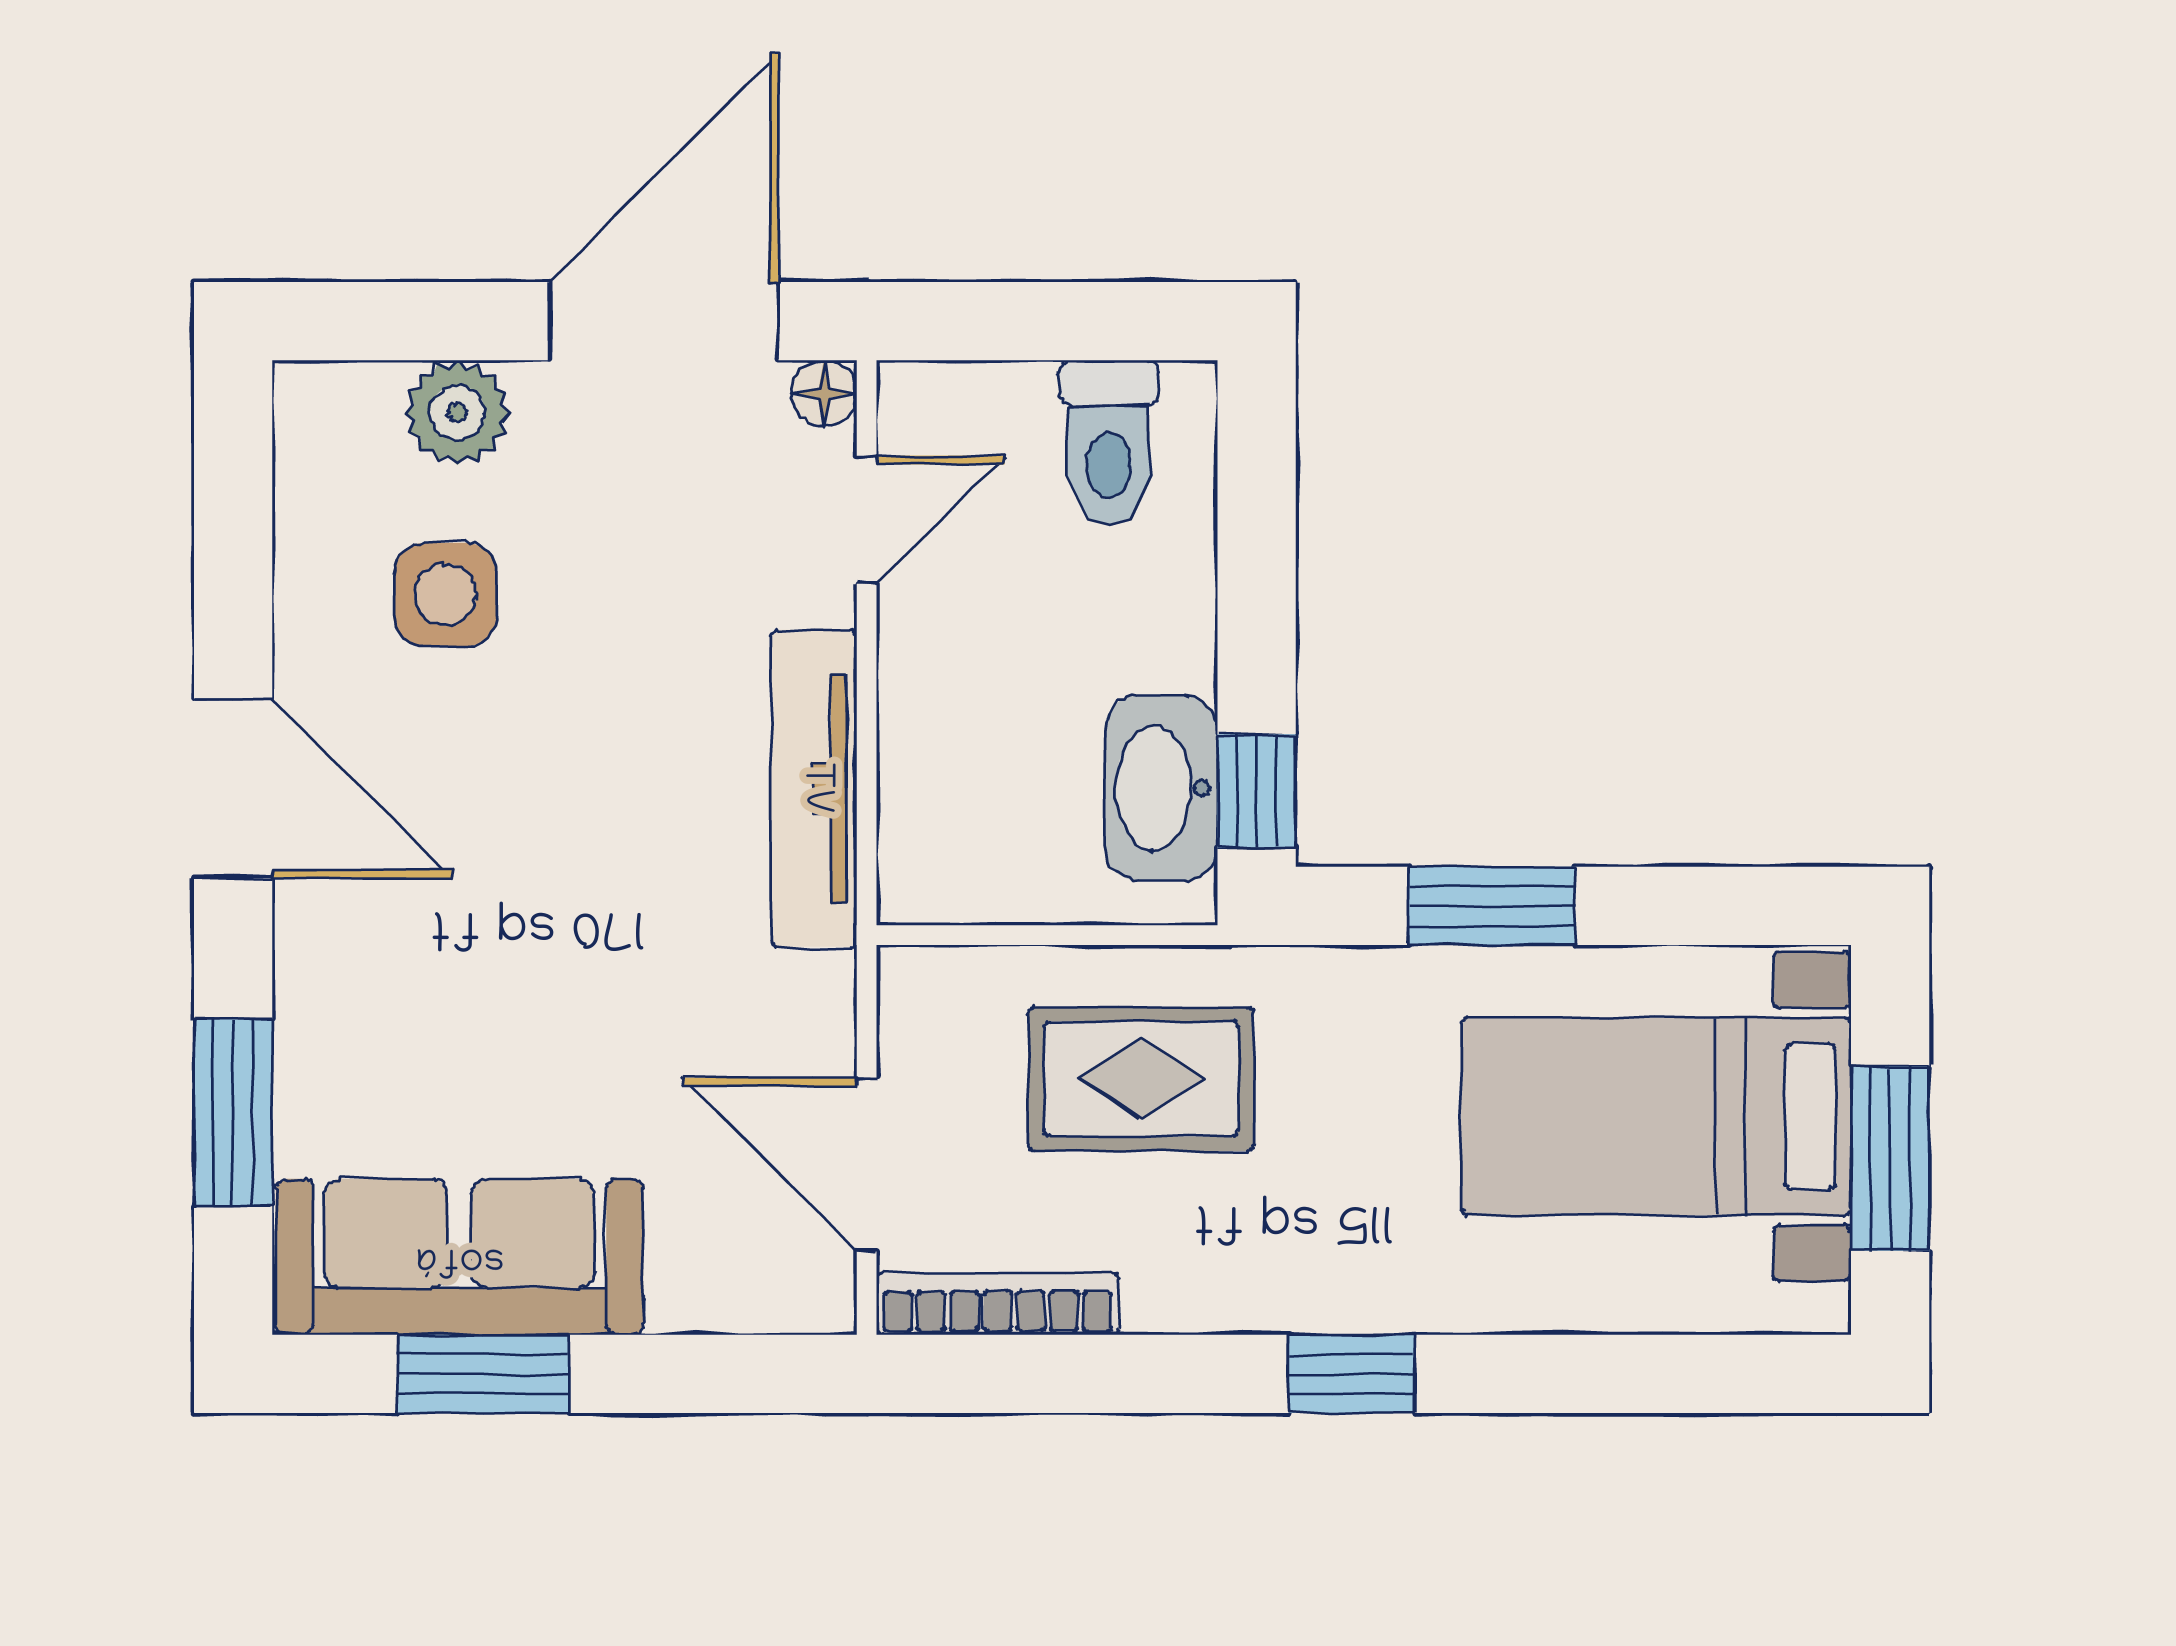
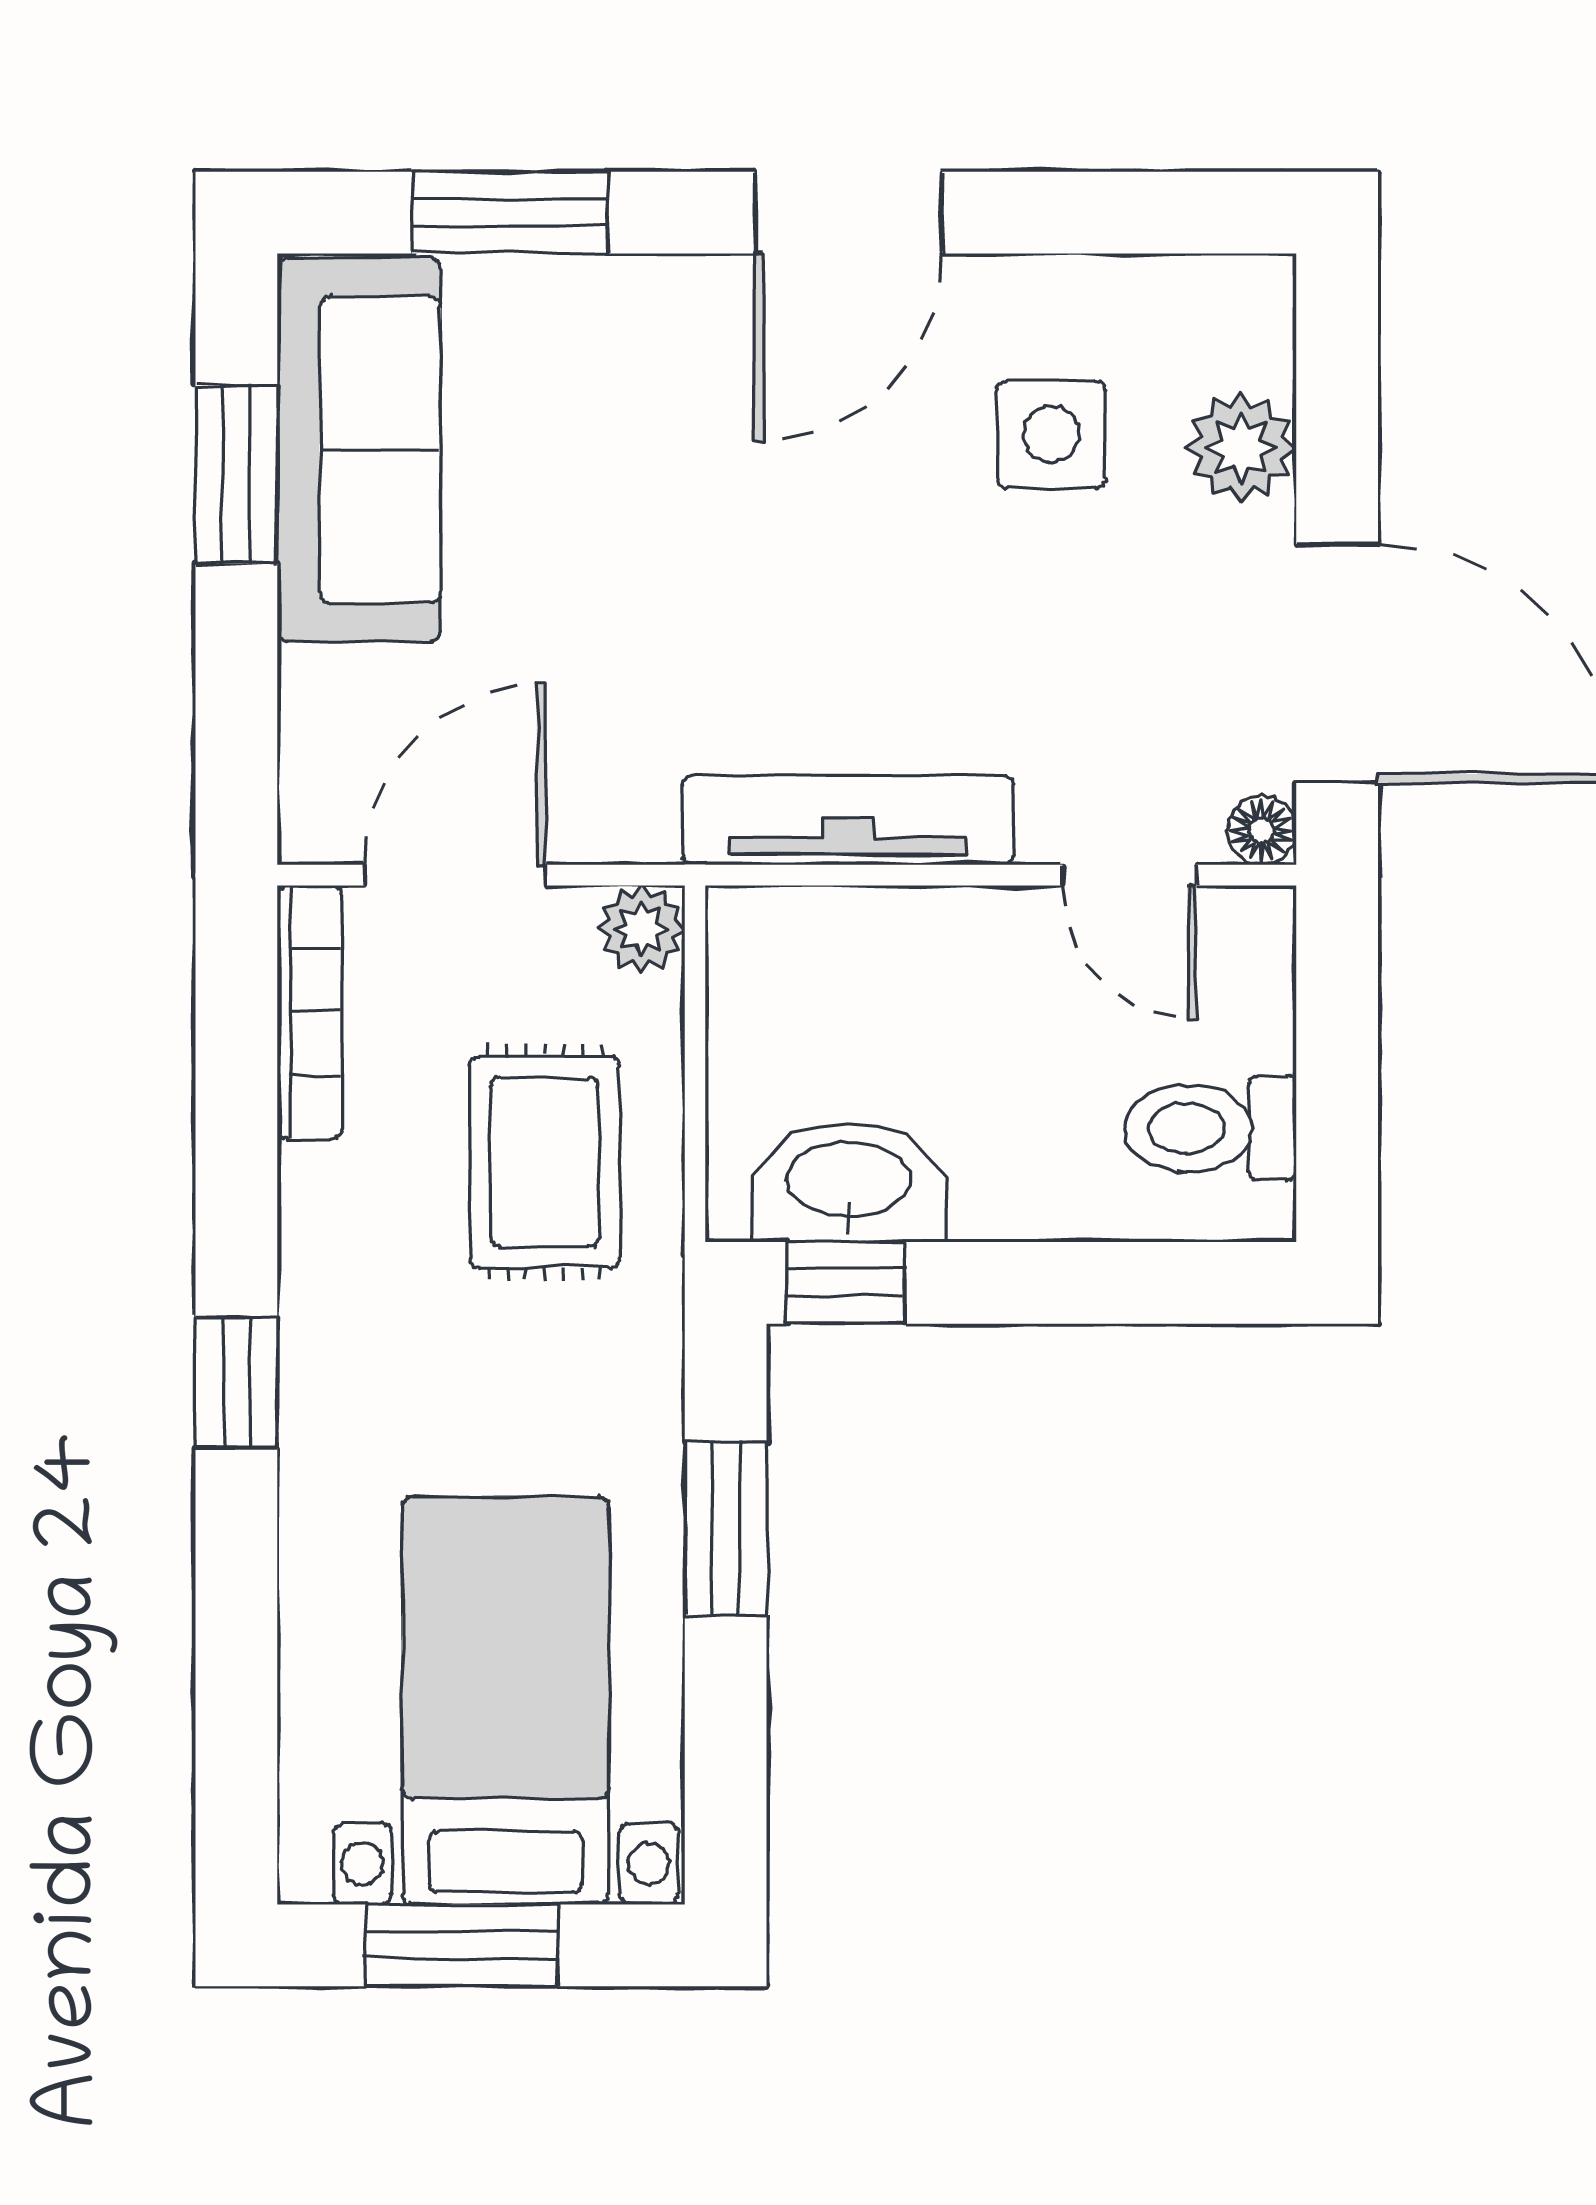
plant: (918, 986) -> (641, 929), added

